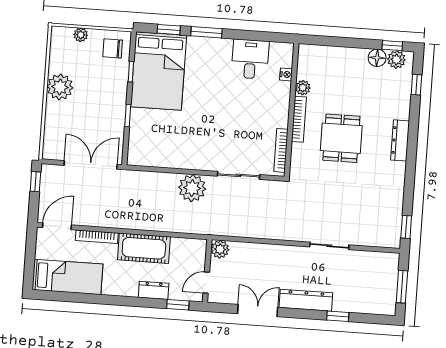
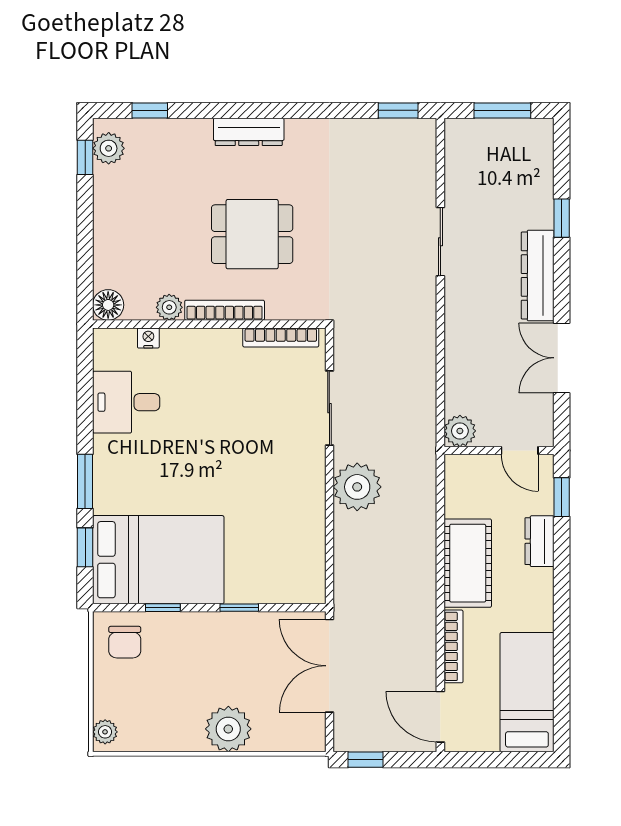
plant: (81, 35) -> (105, 732), moved
floor lamp: (377, 58) -> (108, 305), moved
plant: (60, 87) -> (228, 729), moved

